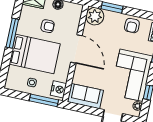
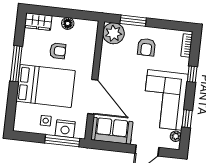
armchair: (132, 26) -> (146, 47), moved
door: (76, 49) -> (93, 97), moved
nightstand: (58, 89) -> (65, 129), moved, turned 90

